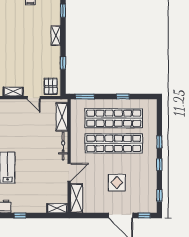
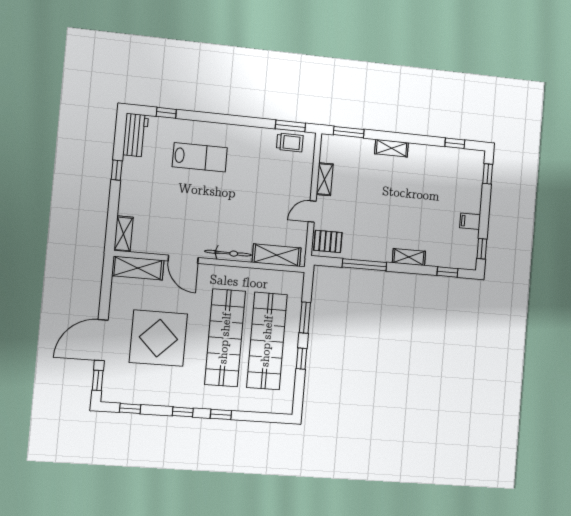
window: (63, 63) -> (364, 265), width x2.17
window: (85, 97) -> (305, 318), moved
display table: (117, 183) -> (158, 338), width x1.86, depth x1.86

